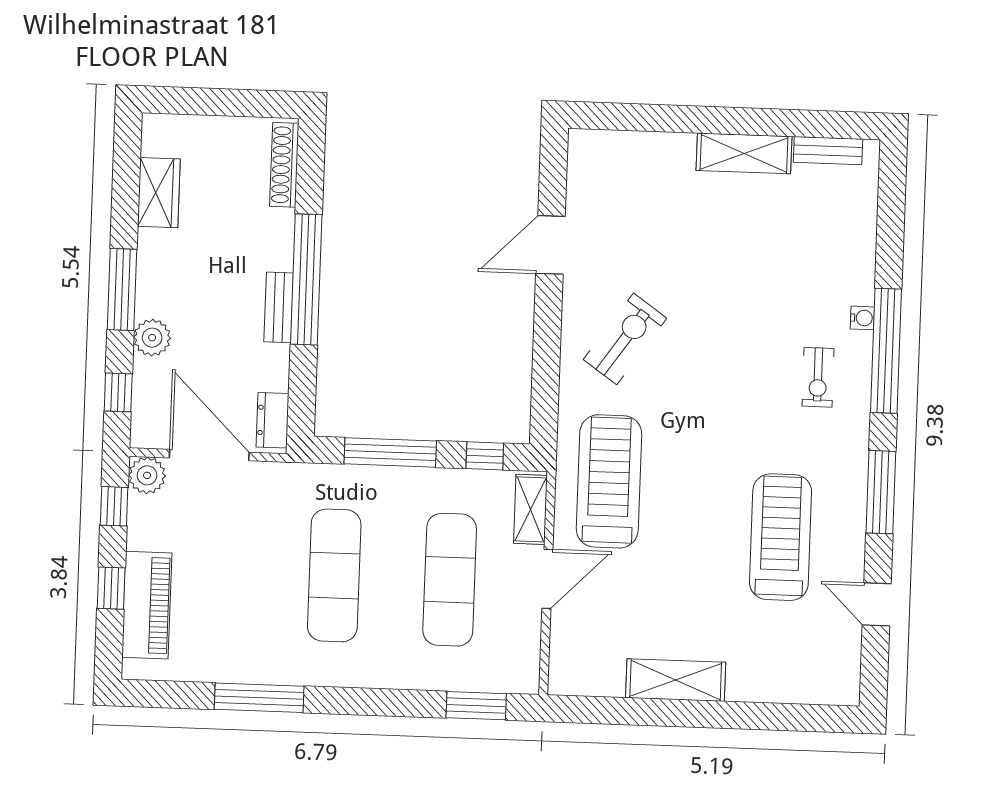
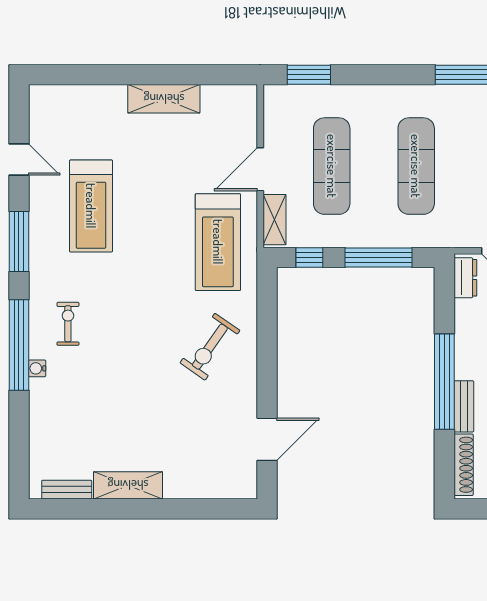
door: (550, 245) -> (267, 439), moved
bench: (279, 307) -> (464, 406), moved

